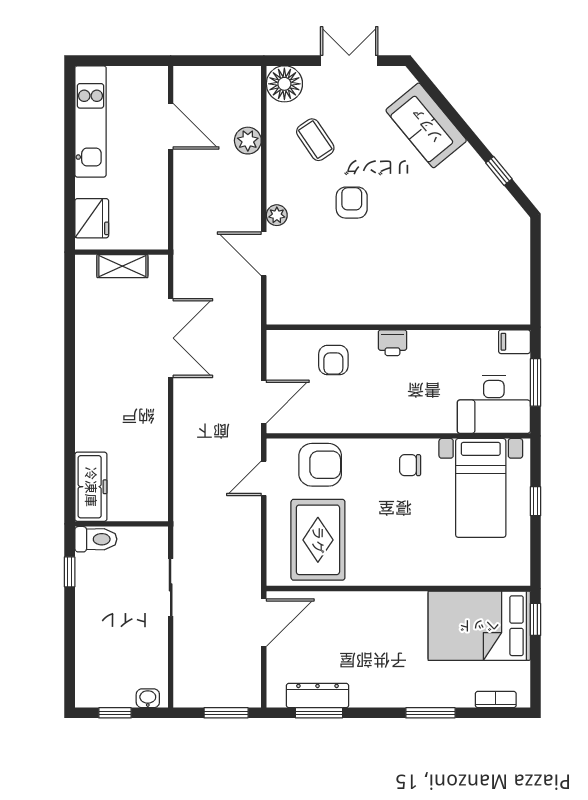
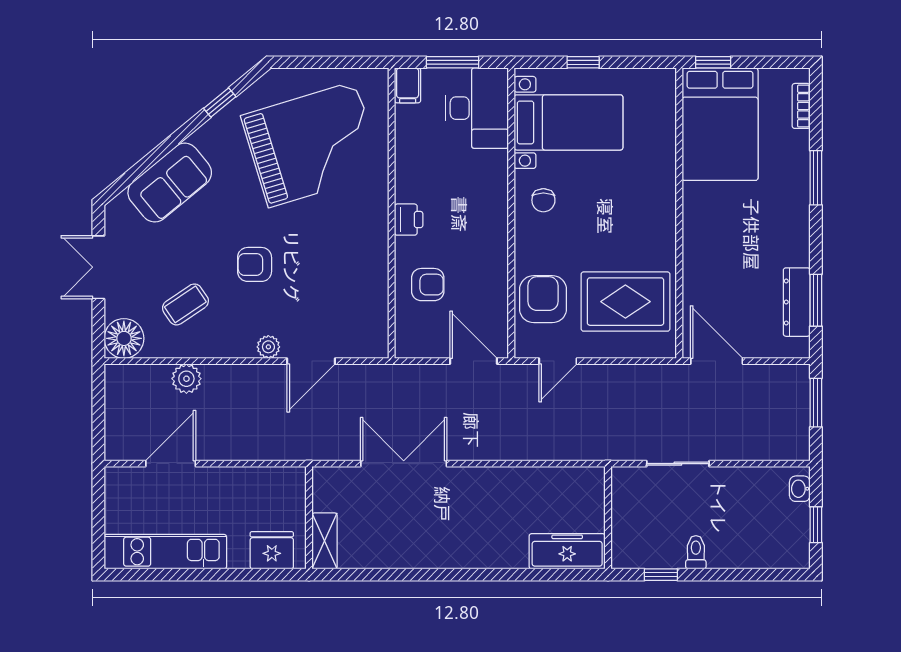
grand piano: (461, 255) -> (312, 144), added
shelving: (122, 266) -> (325, 541), moved
door: (264, 478) -> (558, 361), hinge flipped
toilet: (96, 539) -> (696, 552), moved, width x0.73, depth x0.72

